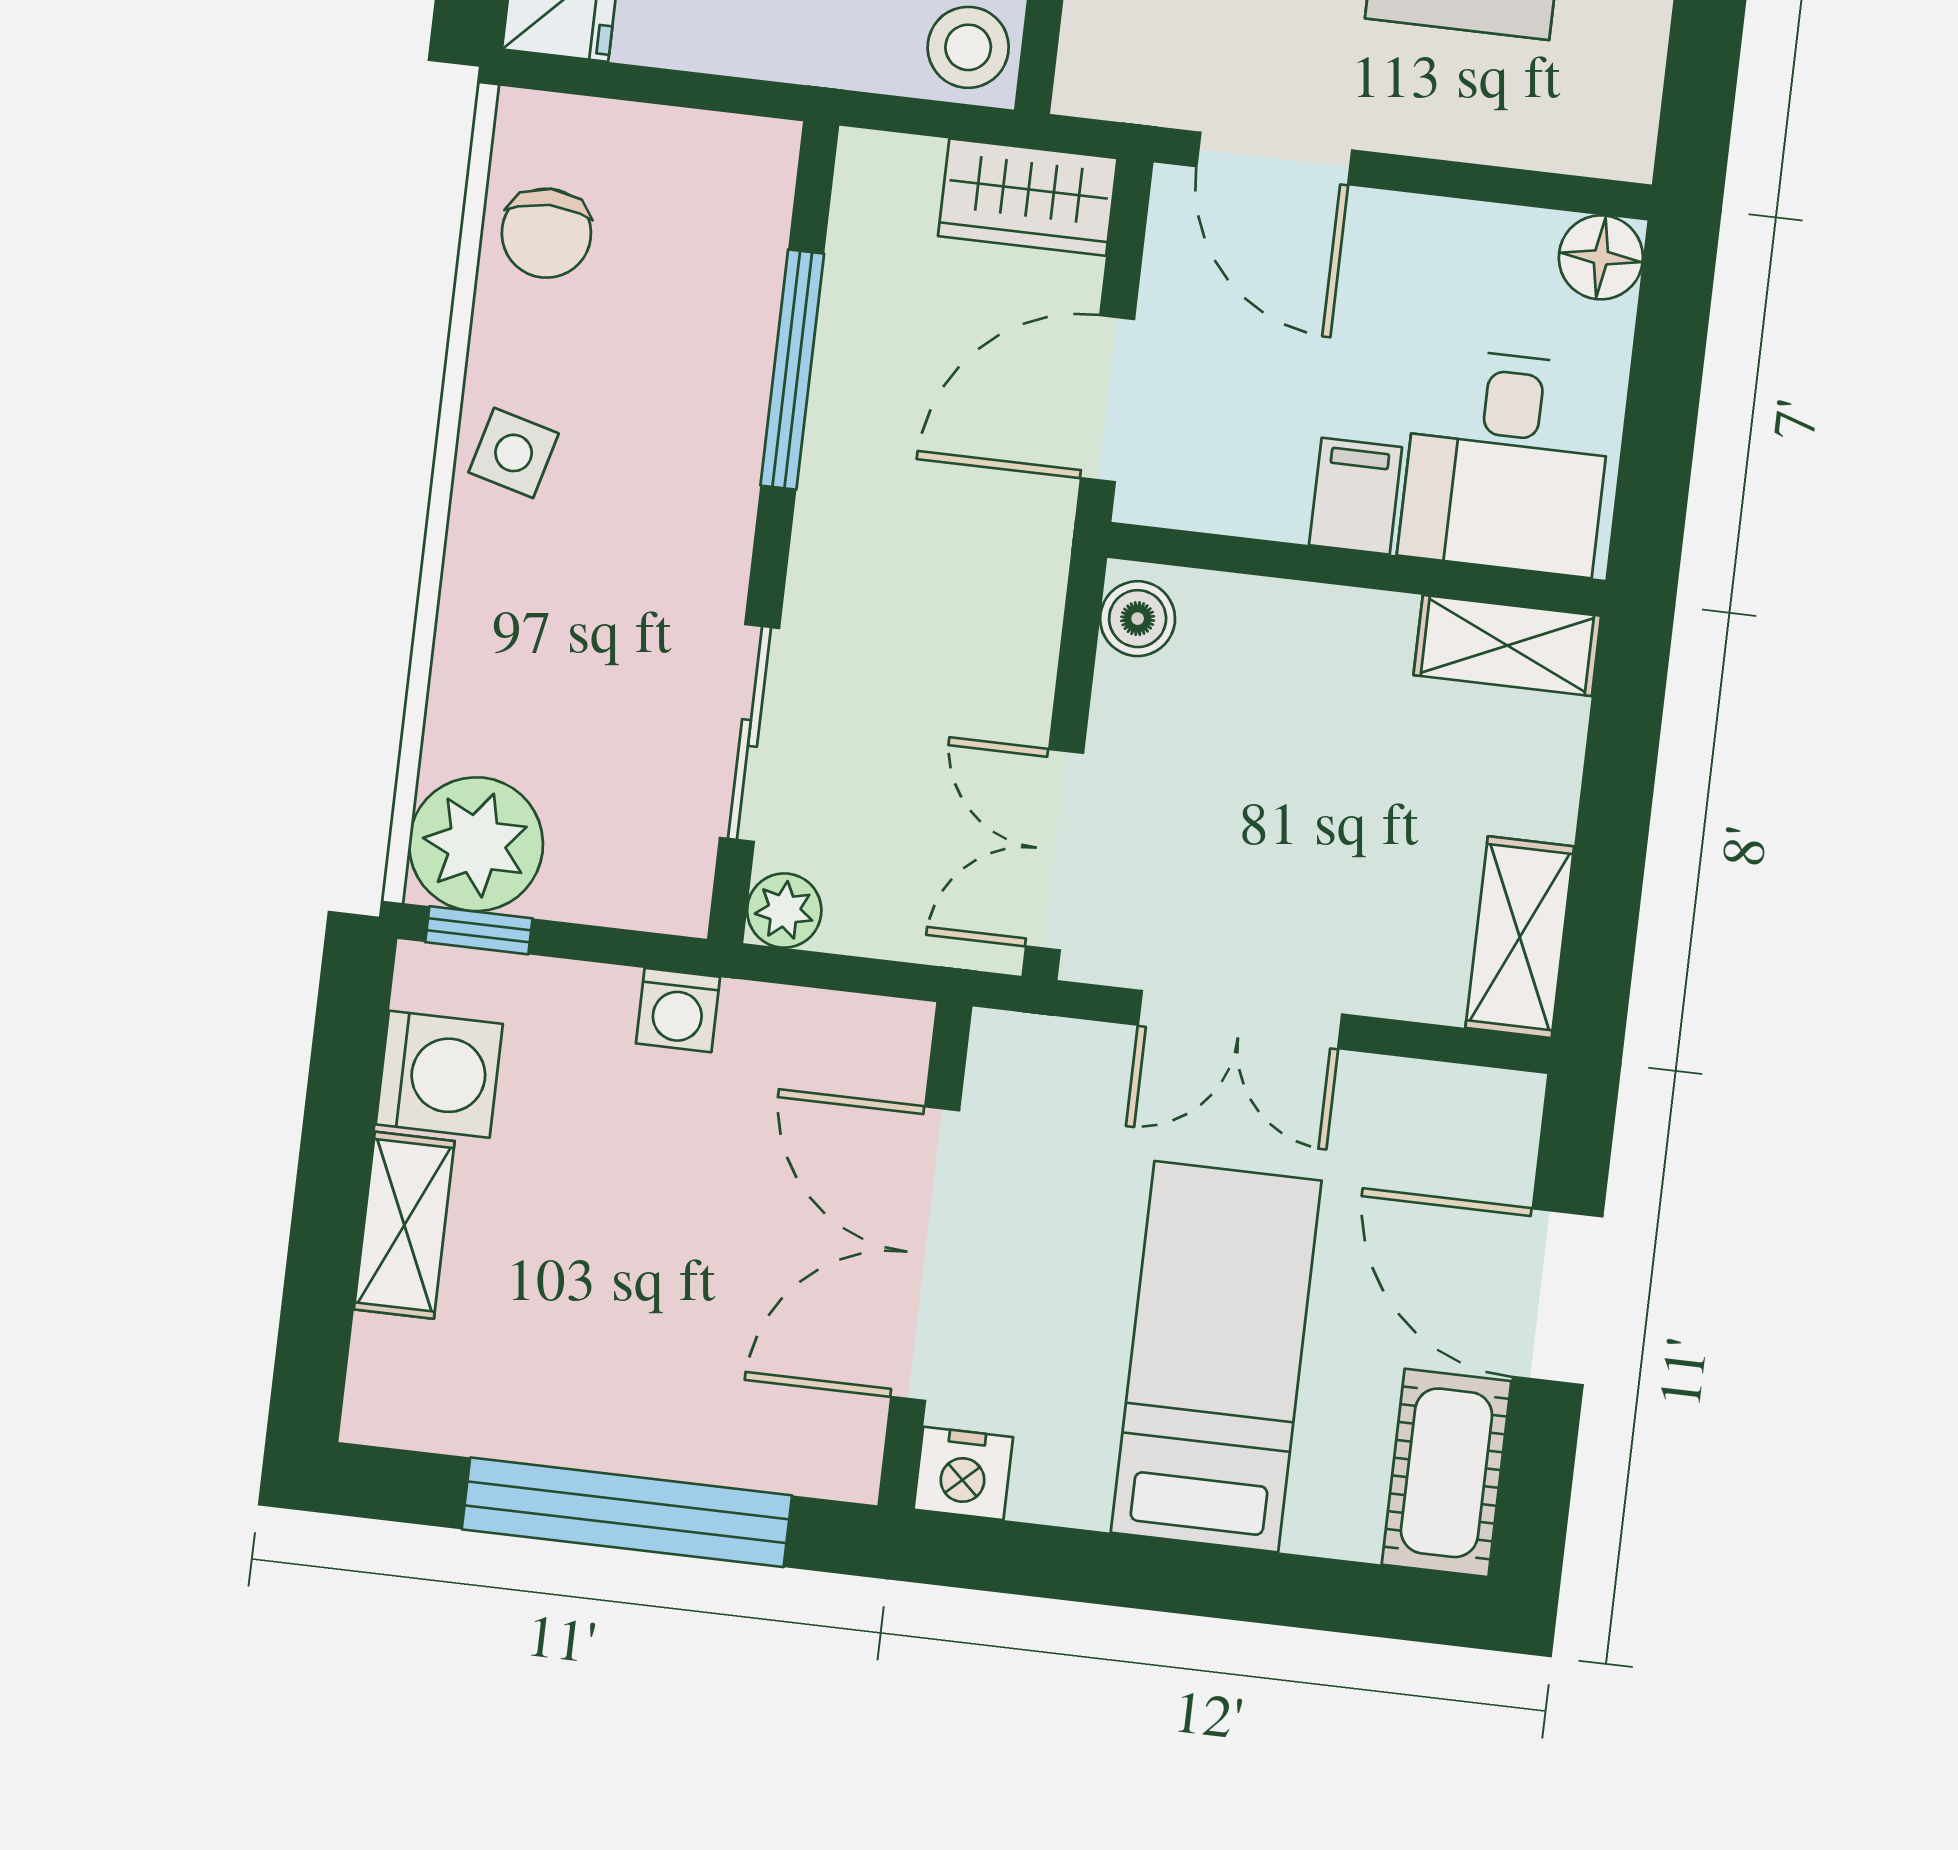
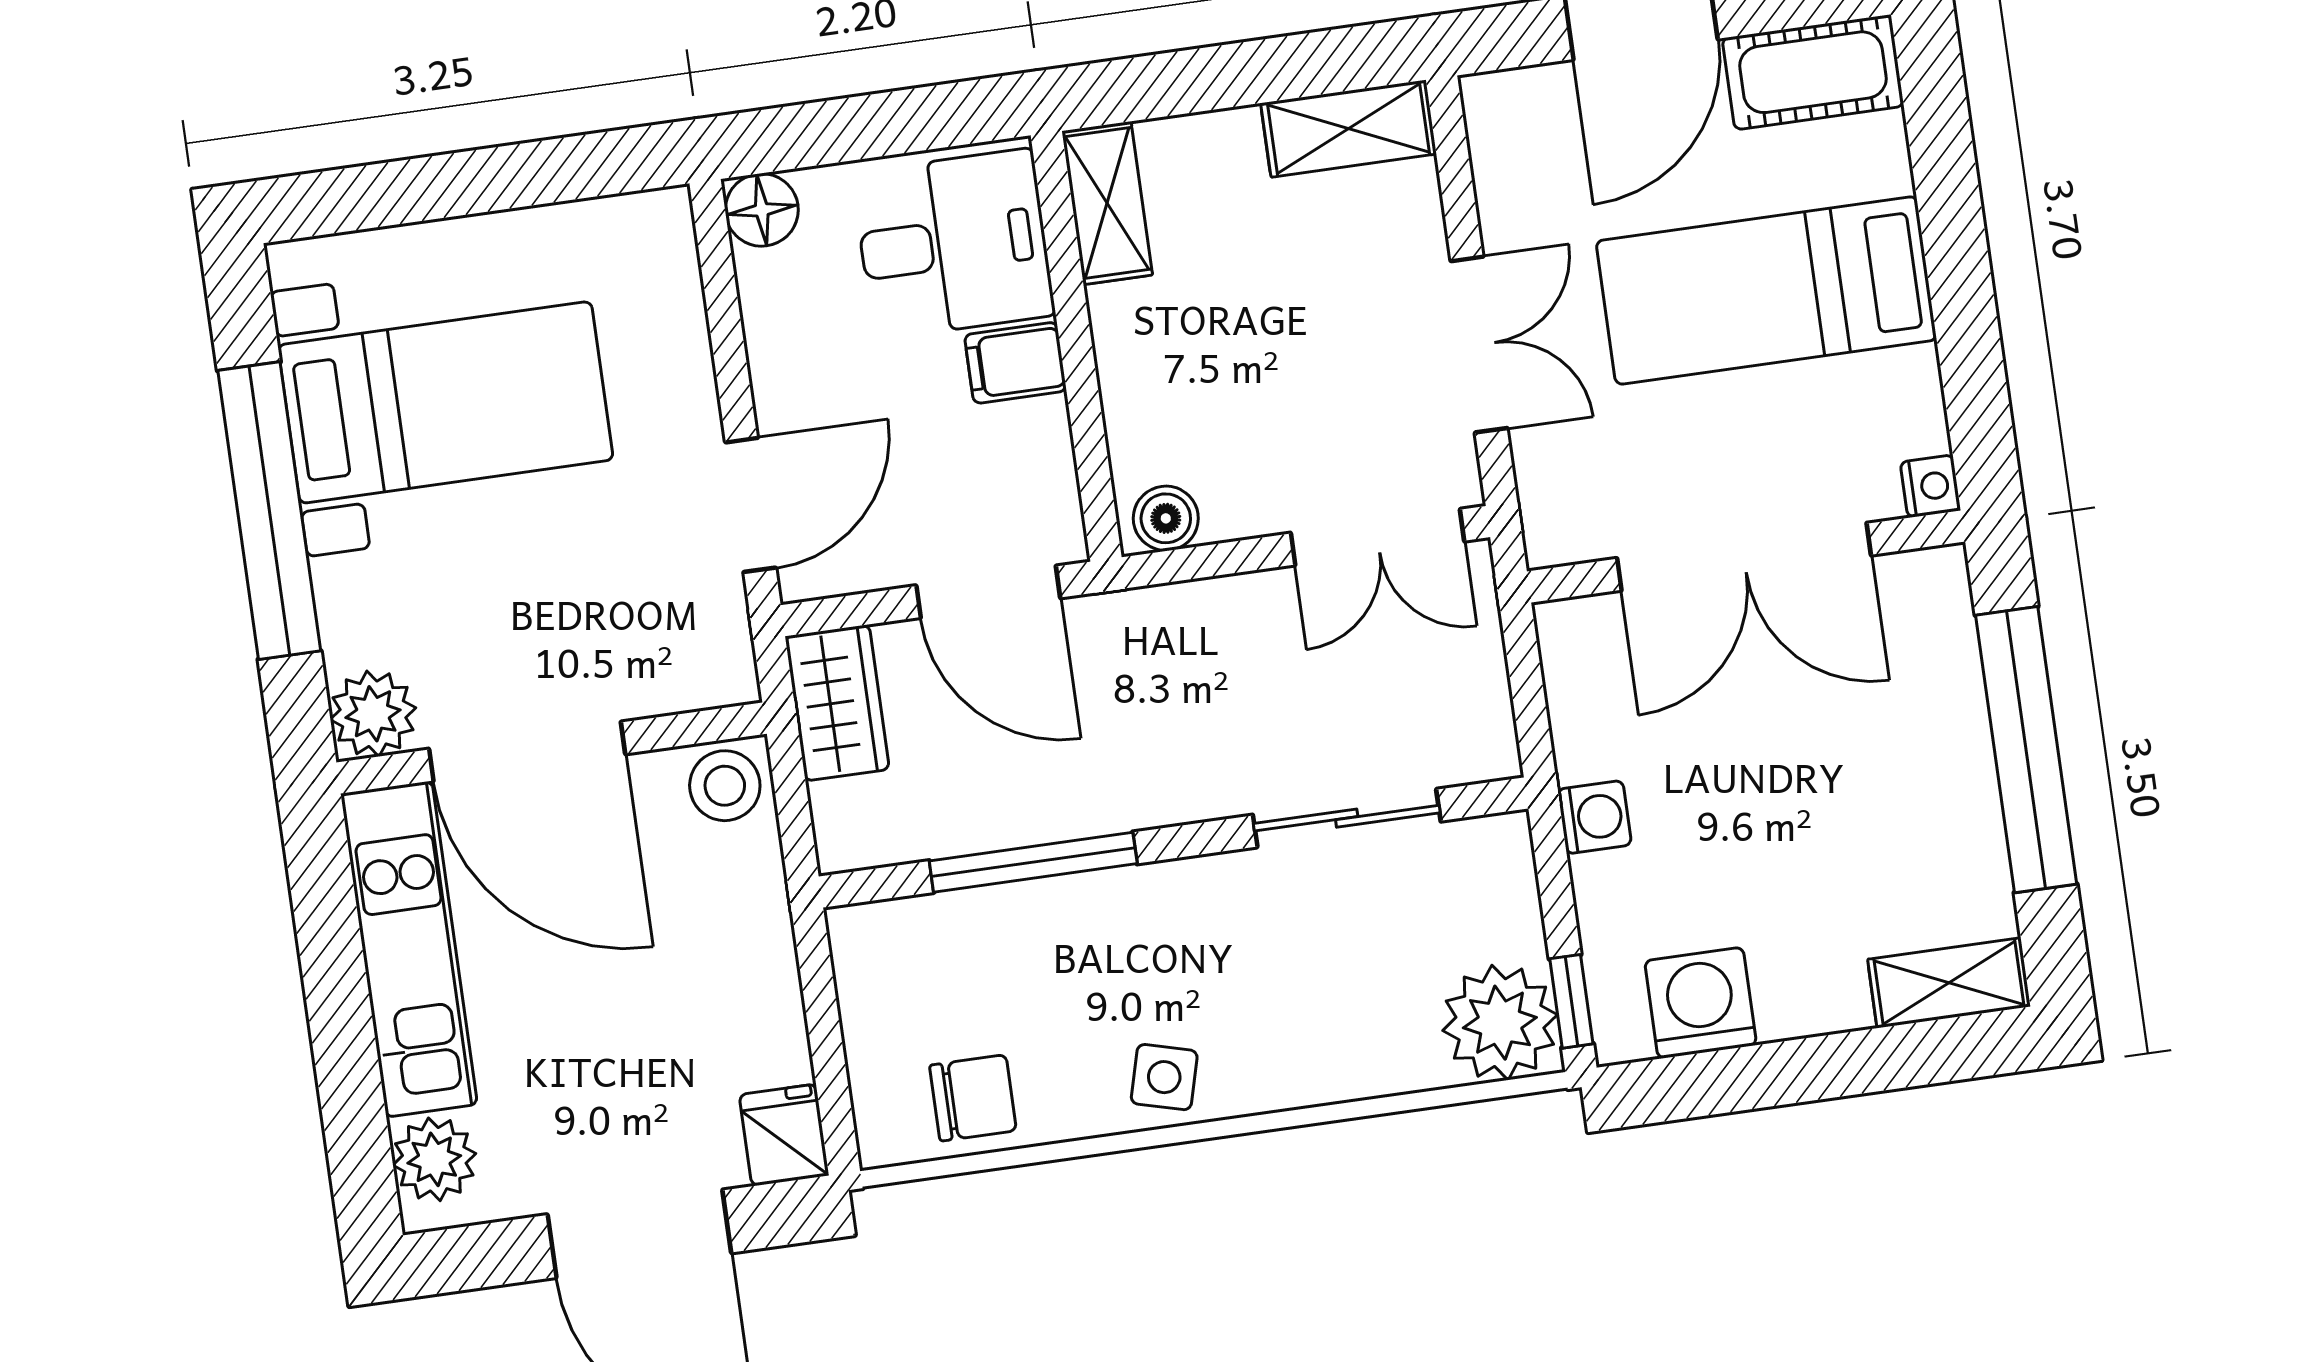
plant: (784, 911) -> (1488, 750), removed
shelving: (404, 1225) -> (1949, 983), moved
nightstand: (963, 1473) -> (1930, 486), width x0.72, depth x0.74

